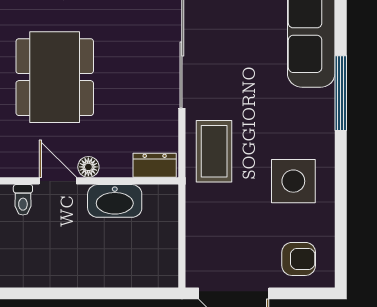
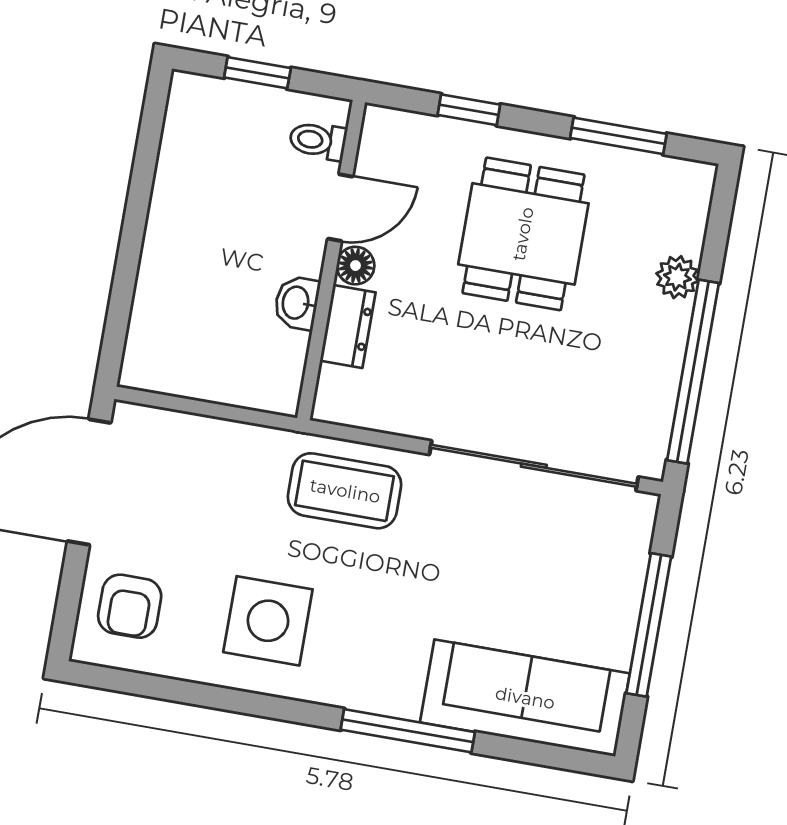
dining table: (55, 77) -> (523, 234), width x0.73
dresser: (155, 165) -> (348, 326), moved
washbasin: (115, 201) -> (297, 303), width x0.52, depth x0.69

